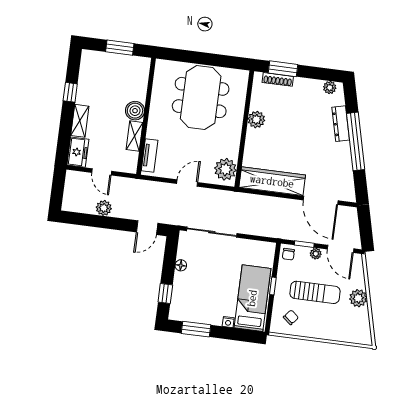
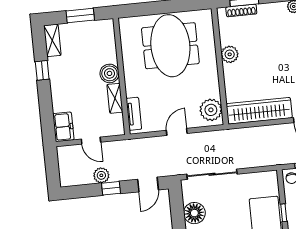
shelving: (80, 121) -> (52, 40), moved
window: (110, 223) -> (111, 188), added
floor lamp: (181, 265) -> (194, 213), width x1.89, depth x1.89

